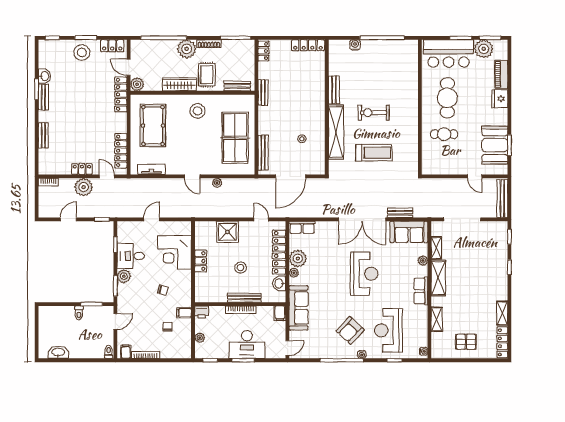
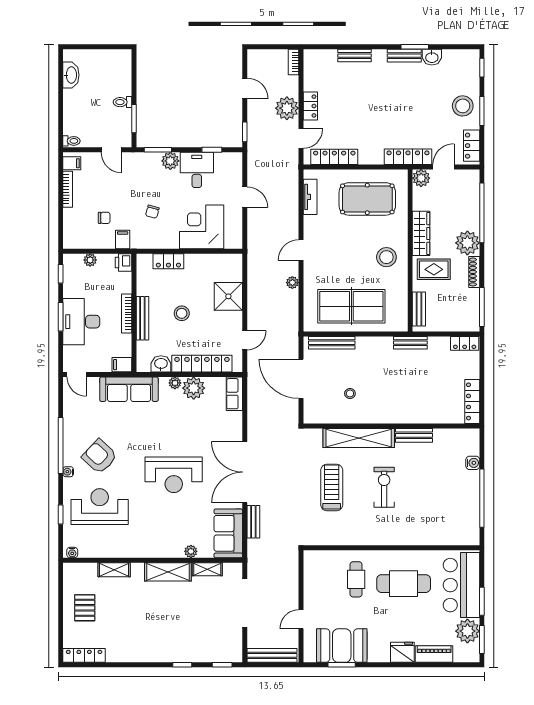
treadmill: (374, 153) -> (332, 487), turned 180
locker: (201, 261) -> (168, 261), moved
row of seats: (421, 291) -> (151, 549), removed
shelving: (502, 313) -> (122, 655), removed

